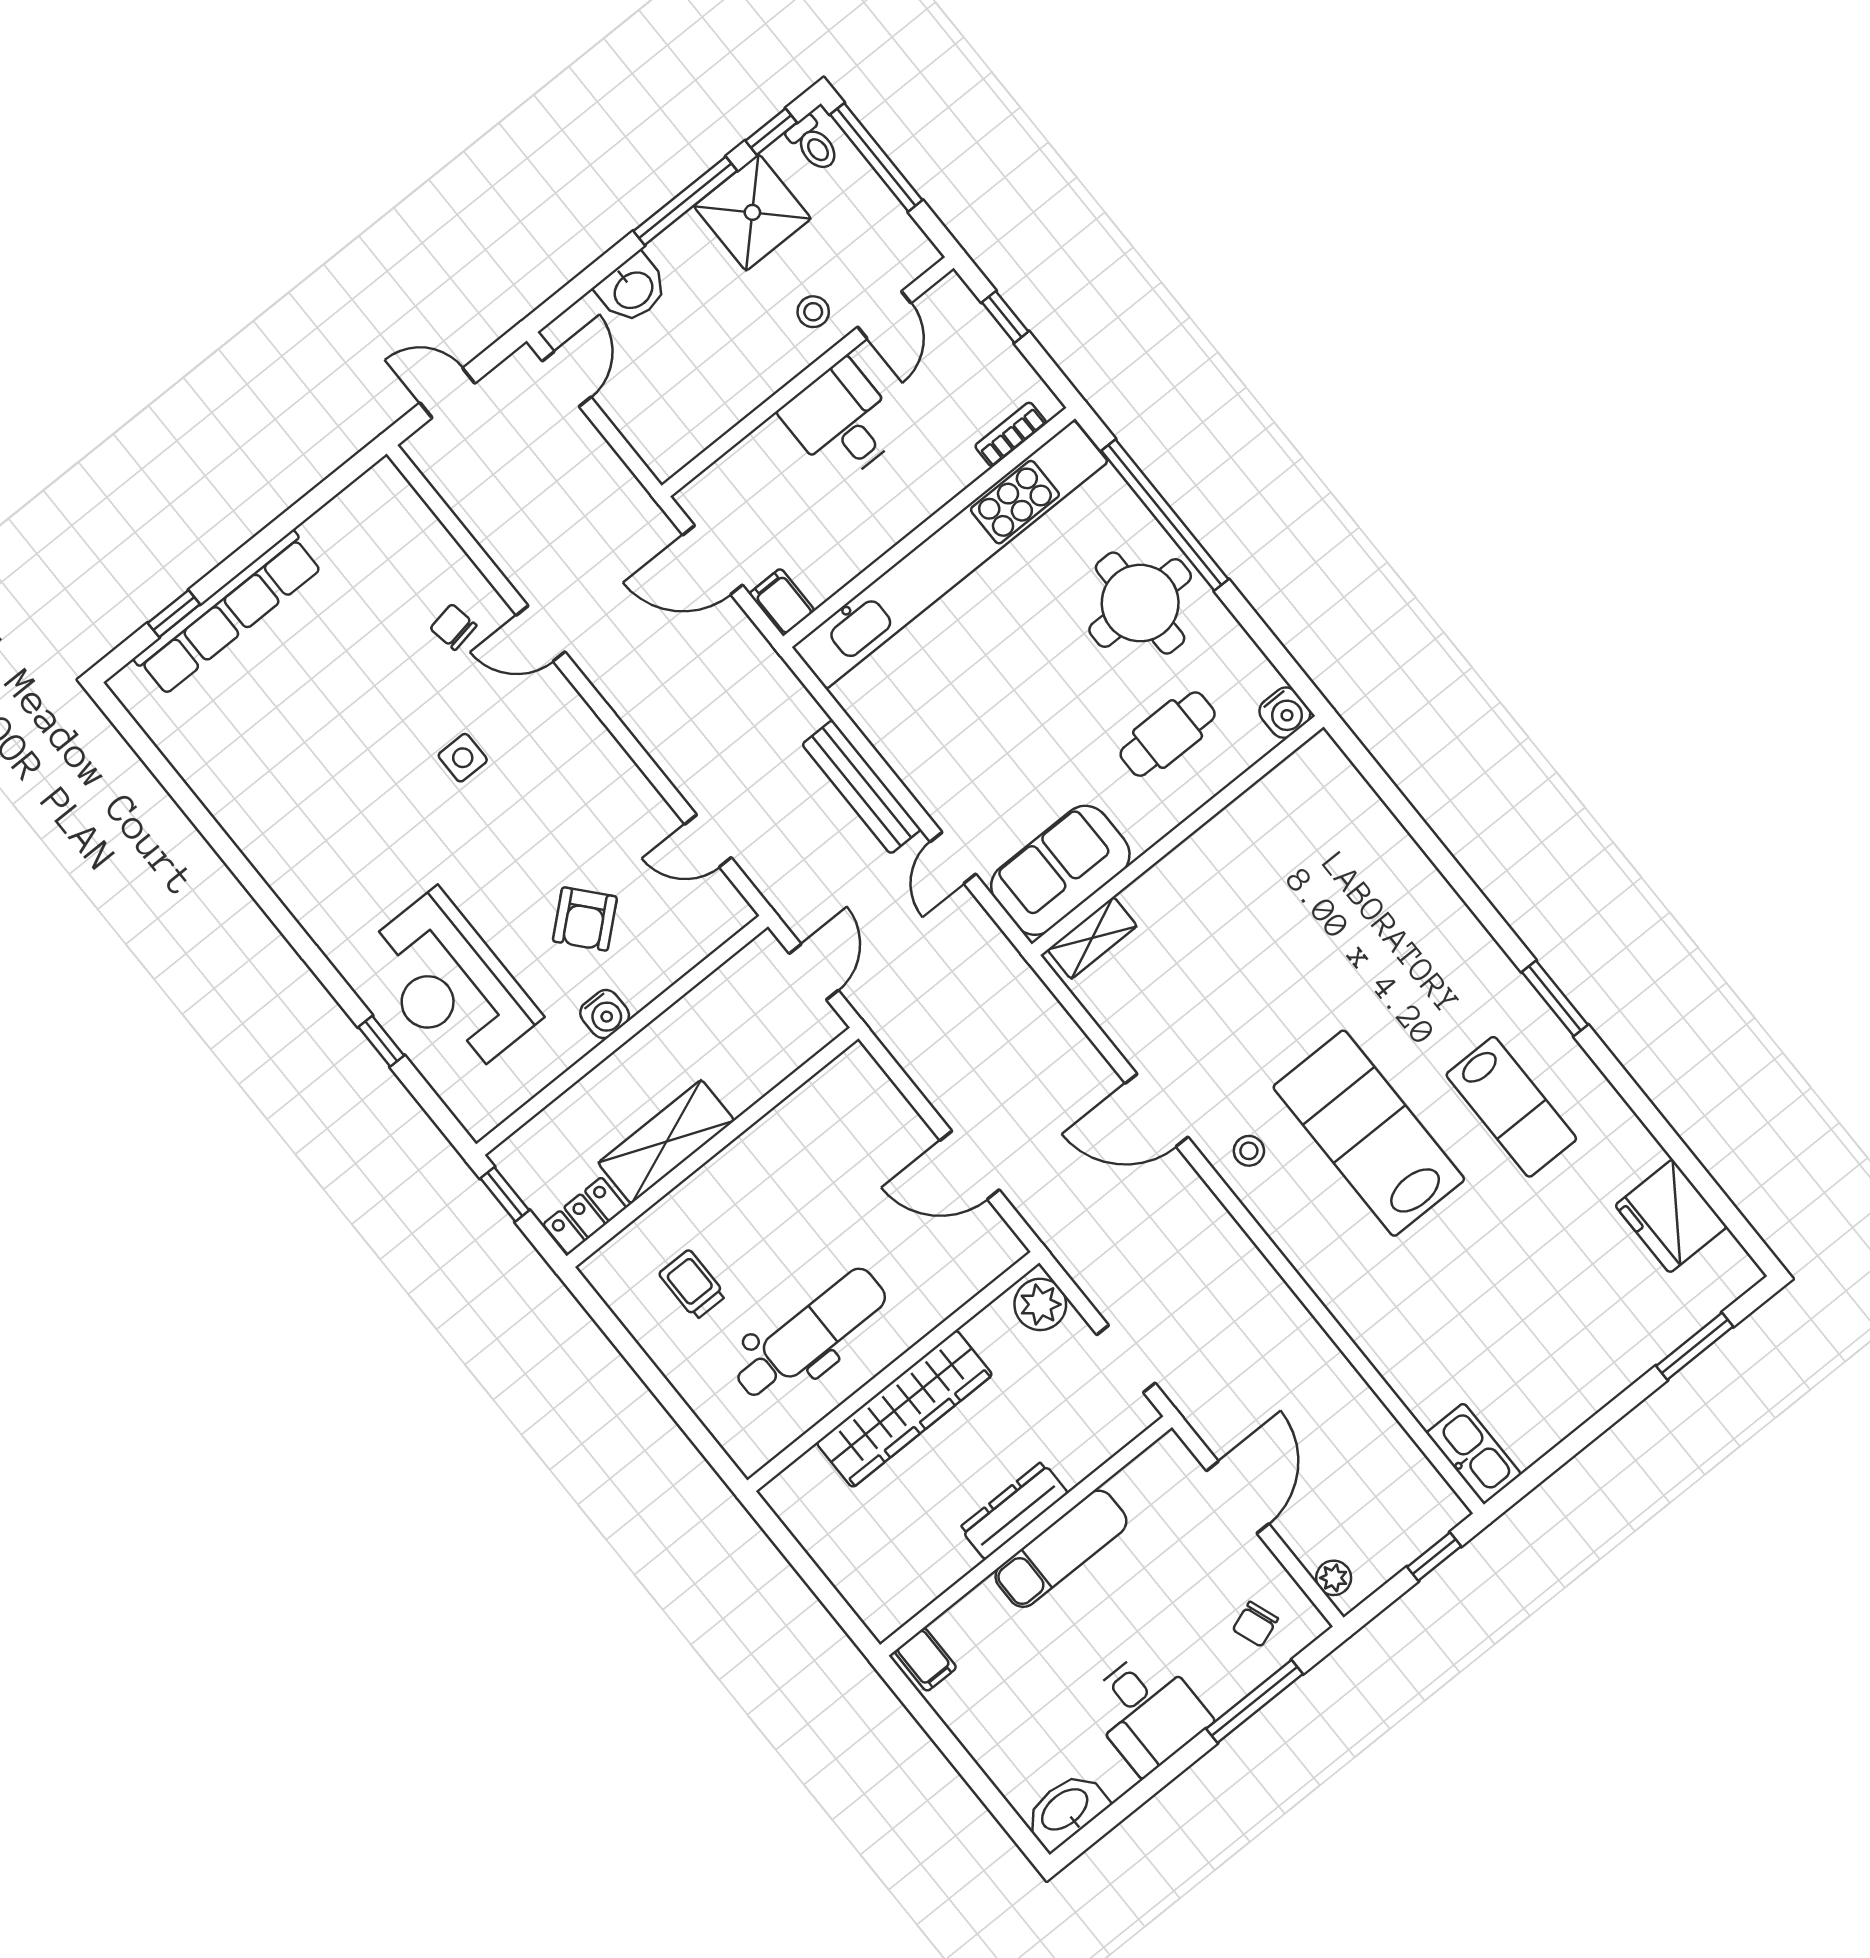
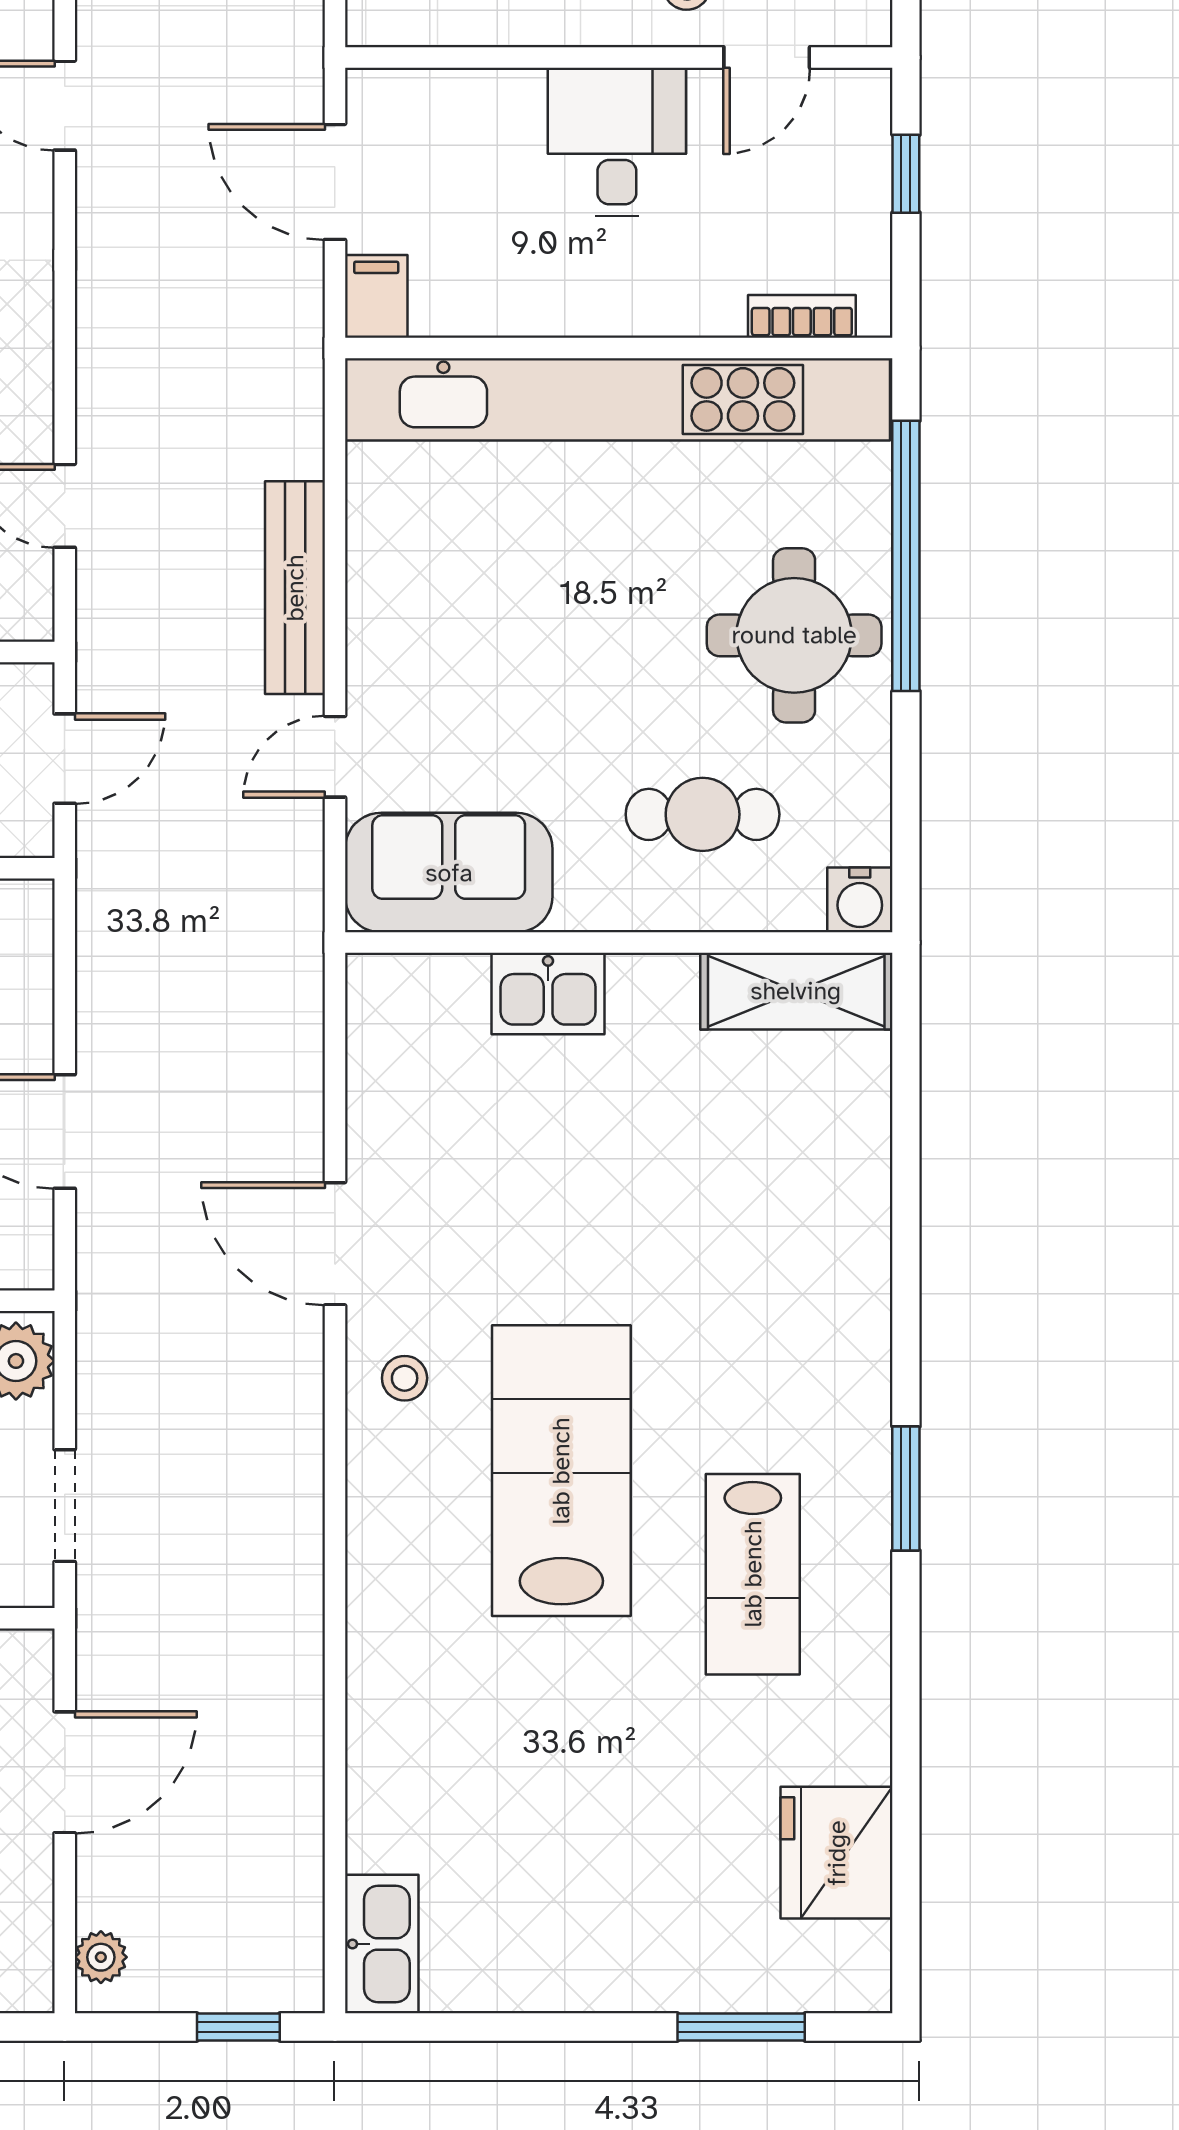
kitchen sink: (1162, 892) -> (548, 994), added
shelving: (1092, 938) -> (796, 991), moved, width x1.50, depth x1.33

